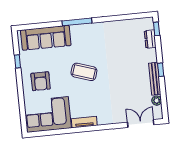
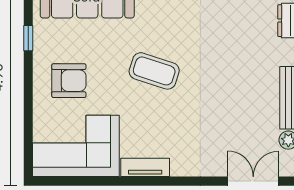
armchair: (41, 81) -> (69, 81), turned -90

